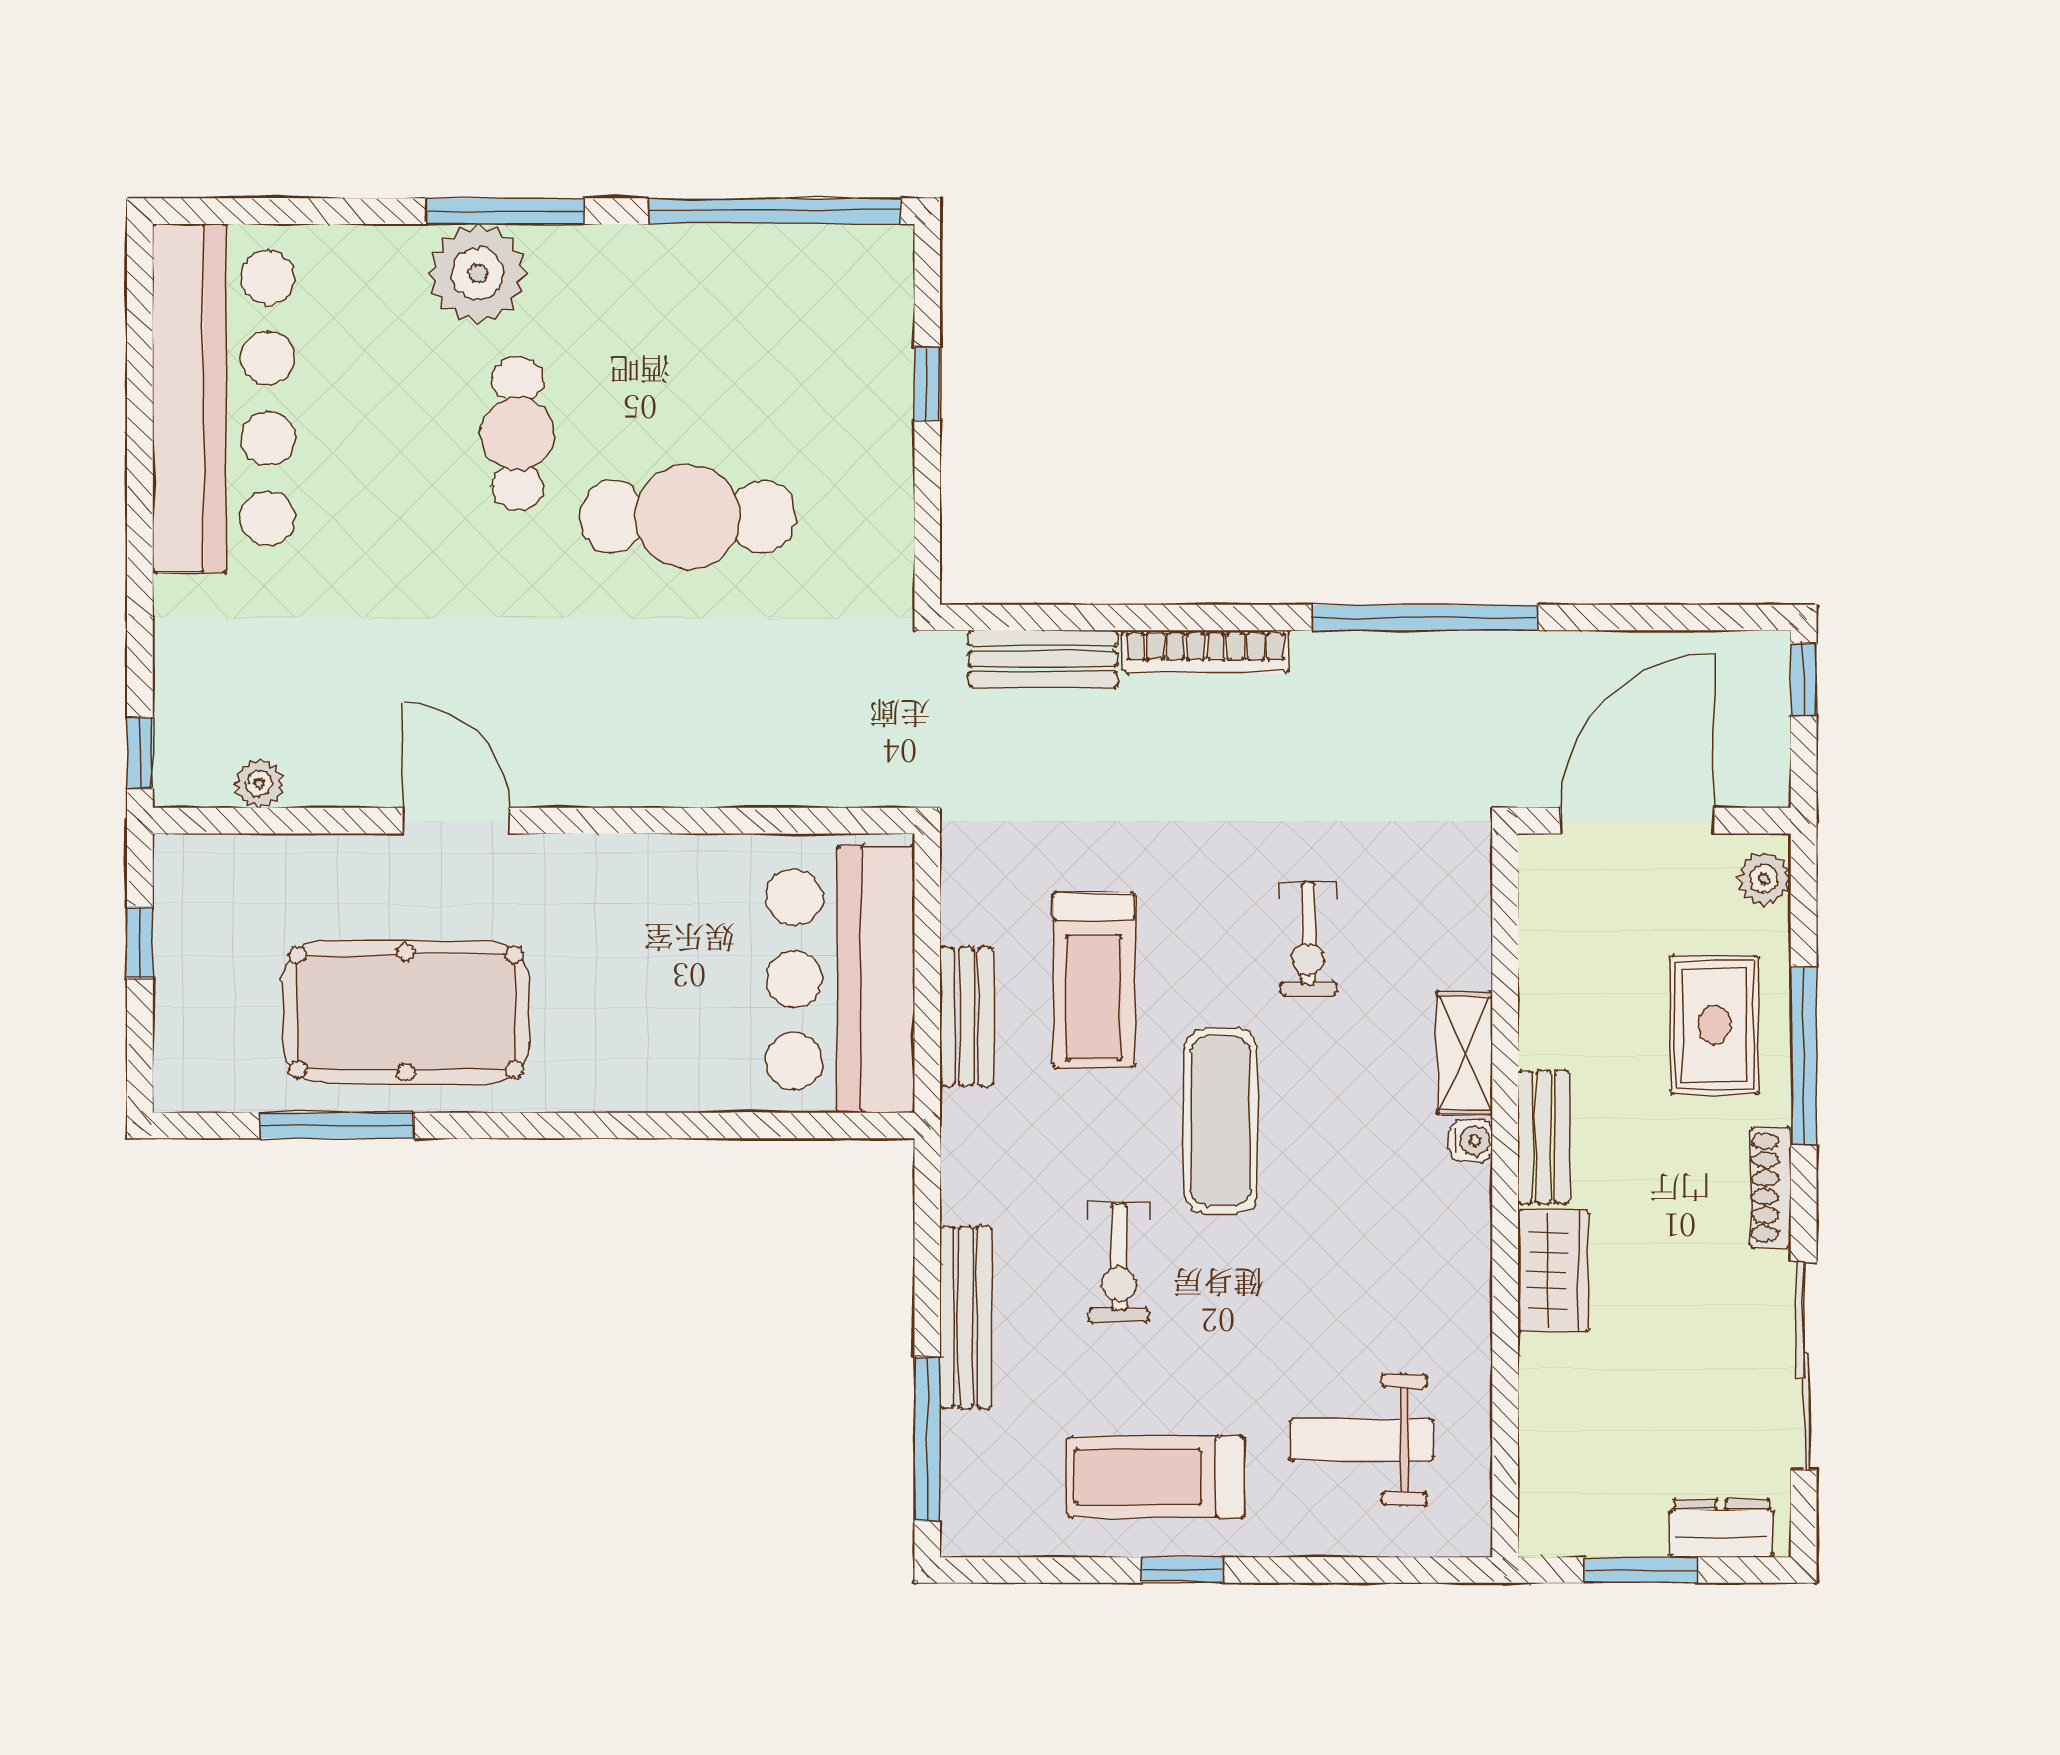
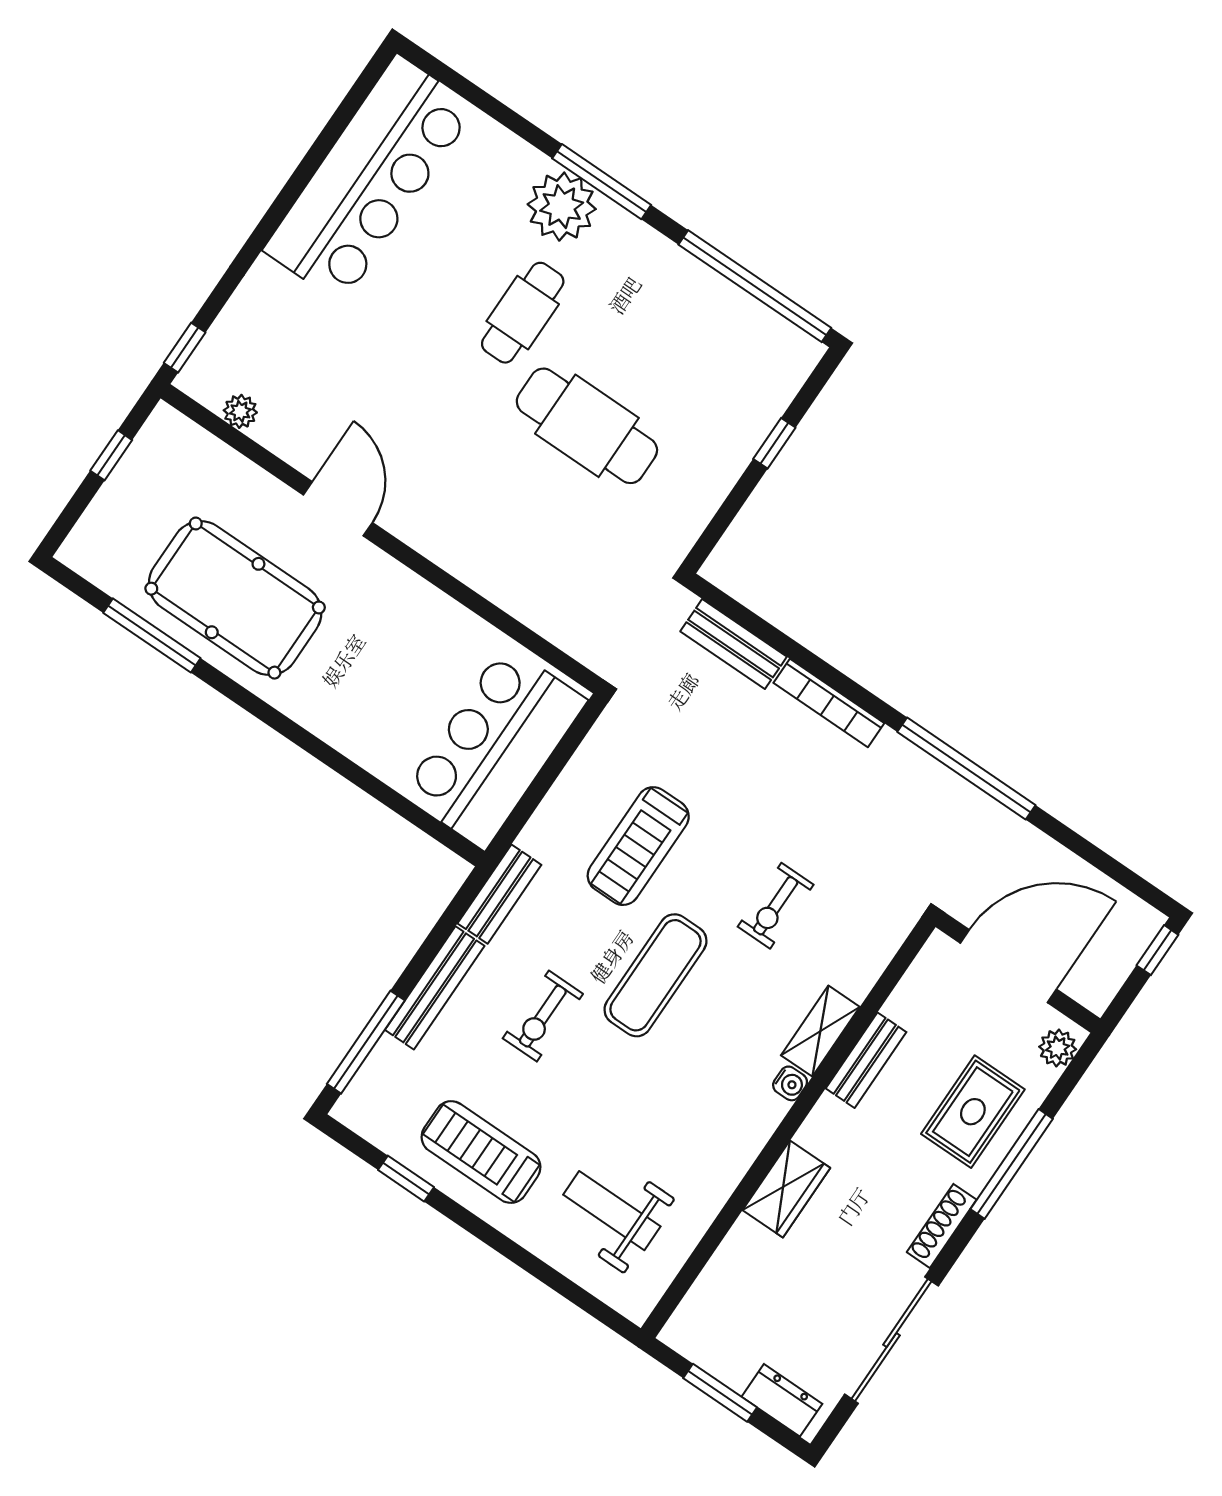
bench: (967, 1017) -> (499, 894), moved
bench: (1543, 1137) -> (866, 1060), moved
window: (1182, 1570) -> (406, 1179), moved

